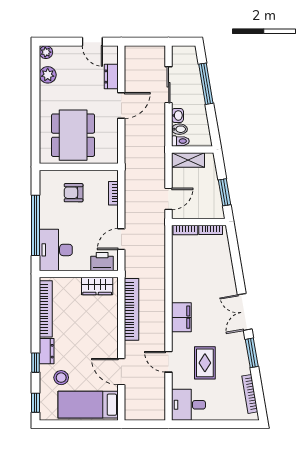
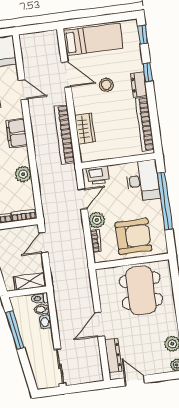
dresser: (111, 76) -> (113, 355), width x1.44
window: (206, 84) -> (15, 330), moved
sliding door: (169, 85) -> (60, 366), moved
armchair: (74, 193) -> (133, 236), width x1.88, depth x1.88
plant: (110, 215) -> (97, 220), added
plant: (180, 273) -> (23, 174), added
wardrobe: (97, 286) -> (85, 129), moved, turned 90
stool: (61, 378) -> (106, 85), moved

